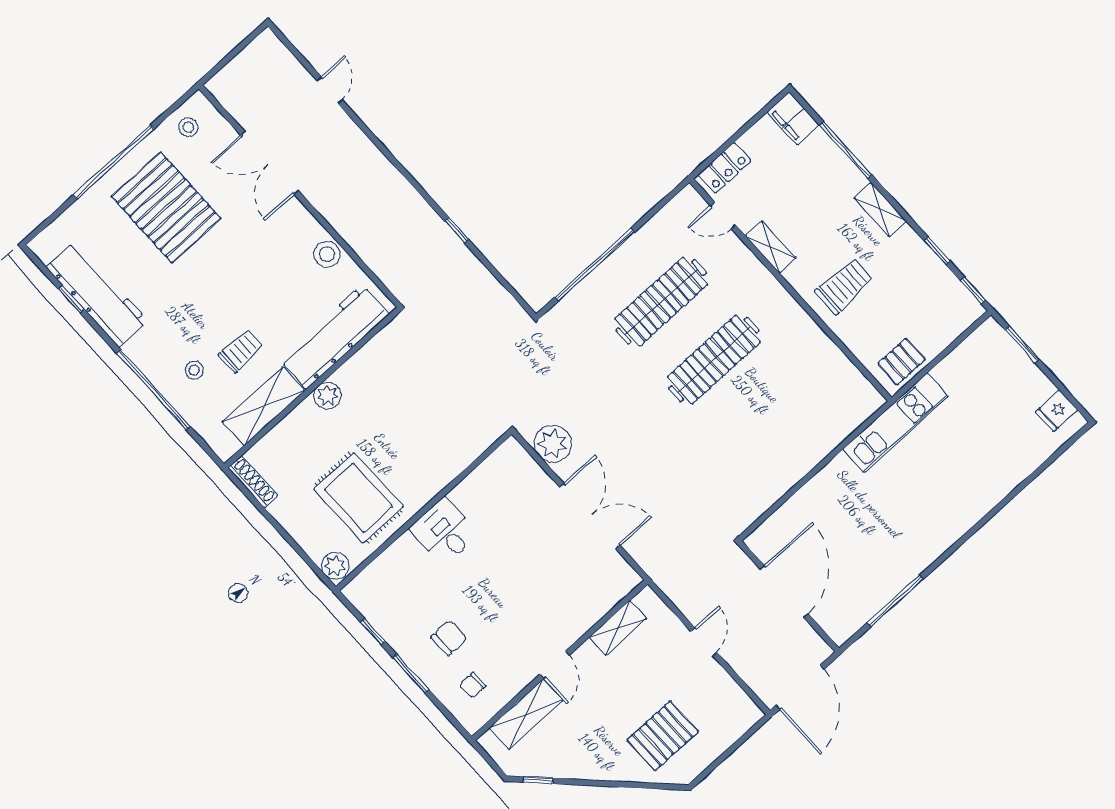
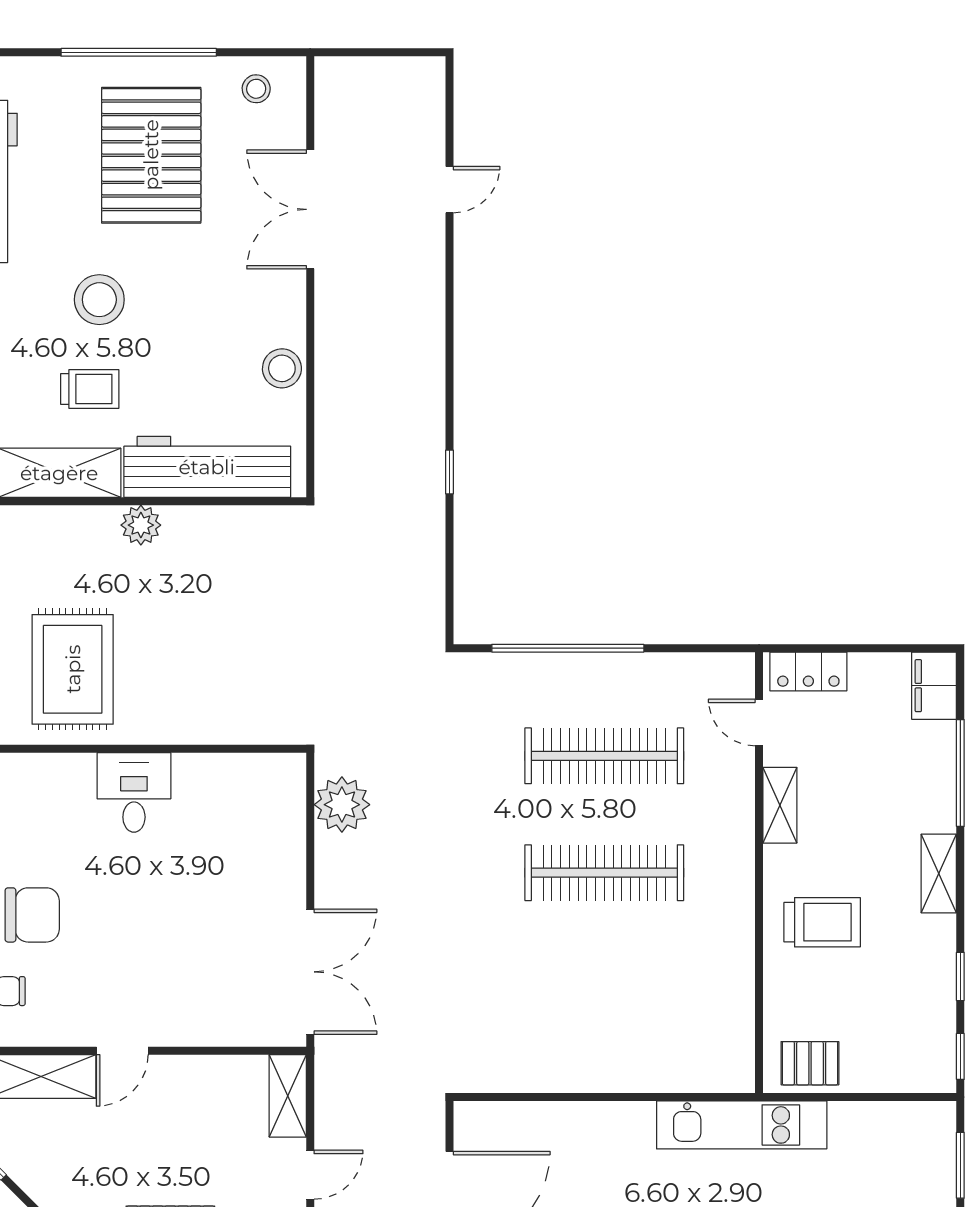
stool: (194, 370) -> (99, 300), moved, width x1.89, depth x1.89
double door: (590, 516) -> (310, 972), moved
shelving: (618, 628) -> (288, 1096), moved, turned 90
chair: (449, 638) -> (32, 915), width x1.37, depth x1.37

